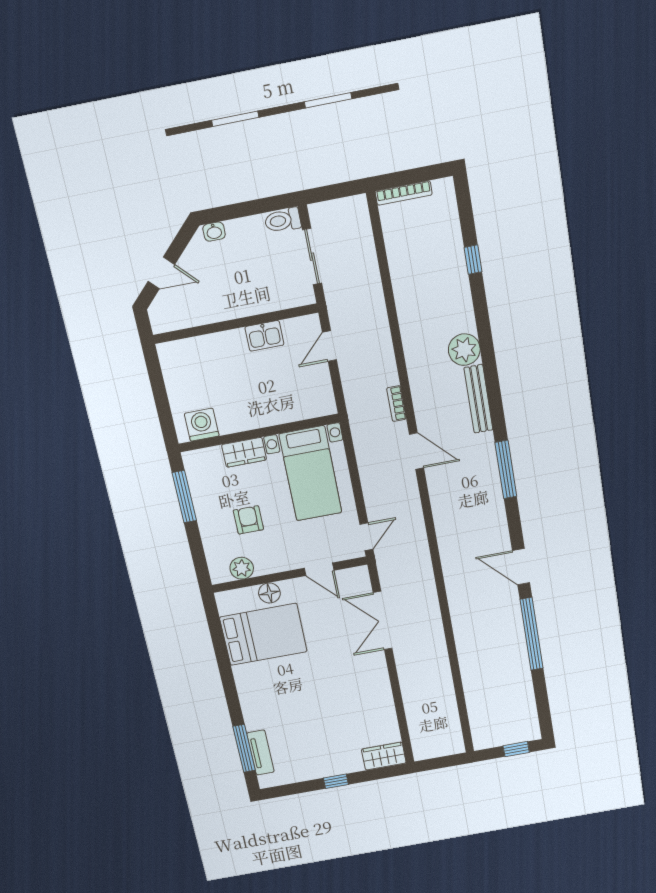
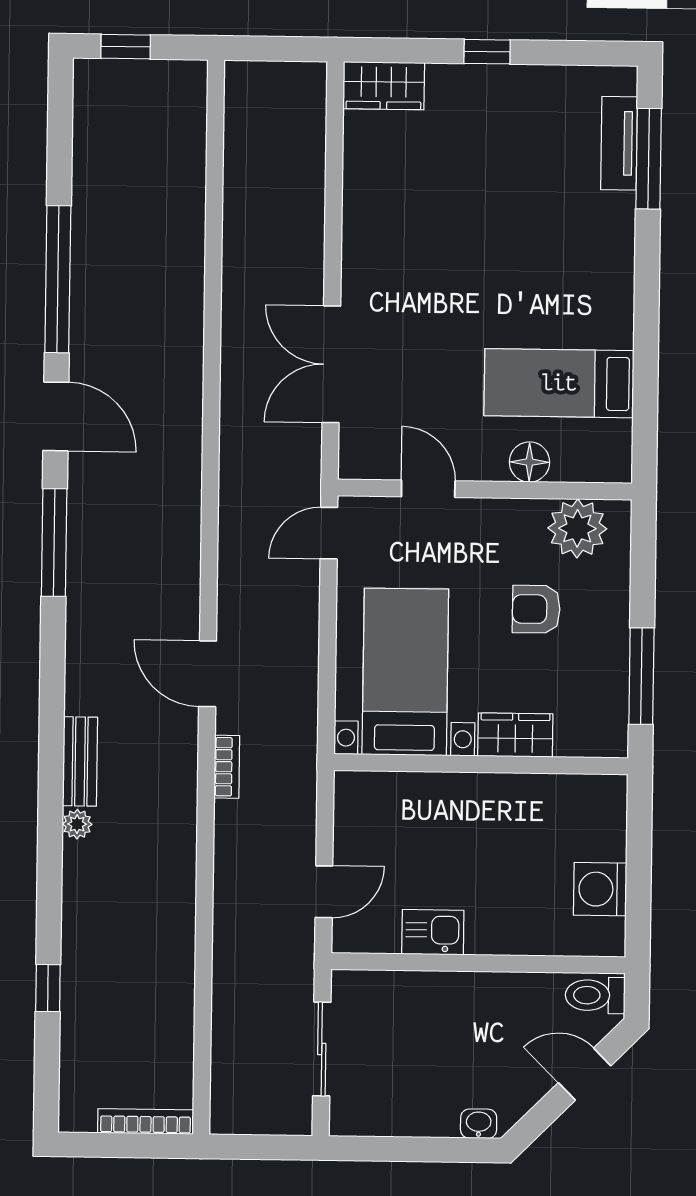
toilet: (283, 220) -> (595, 995), moved, turned 180
plant: (464, 350) -> (77, 824), width x0.53, depth x0.53
bench: (478, 399) -> (80, 761), width x0.73
washing machine: (202, 425) -> (600, 889), moved, turned 90
window: (506, 470) -> (54, 543), moved
armchair: (248, 520) -> (536, 609), turned 90
plant: (242, 568) -> (577, 528), width x1.36, depth x1.36
double door: (383, 621) -> (331, 364), swing flipped
bed: (263, 634) -> (559, 383), width x0.67

